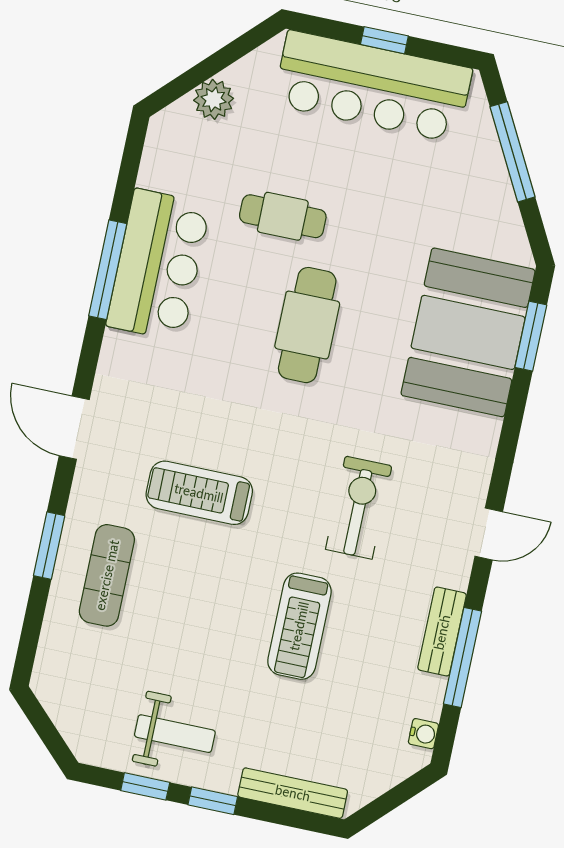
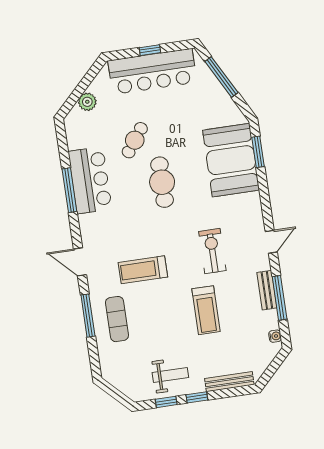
cafe table: (283, 216) -> (135, 140), turned -54
window: (49, 546) -> (88, 316), width x1.44

